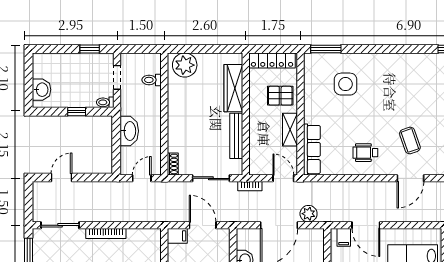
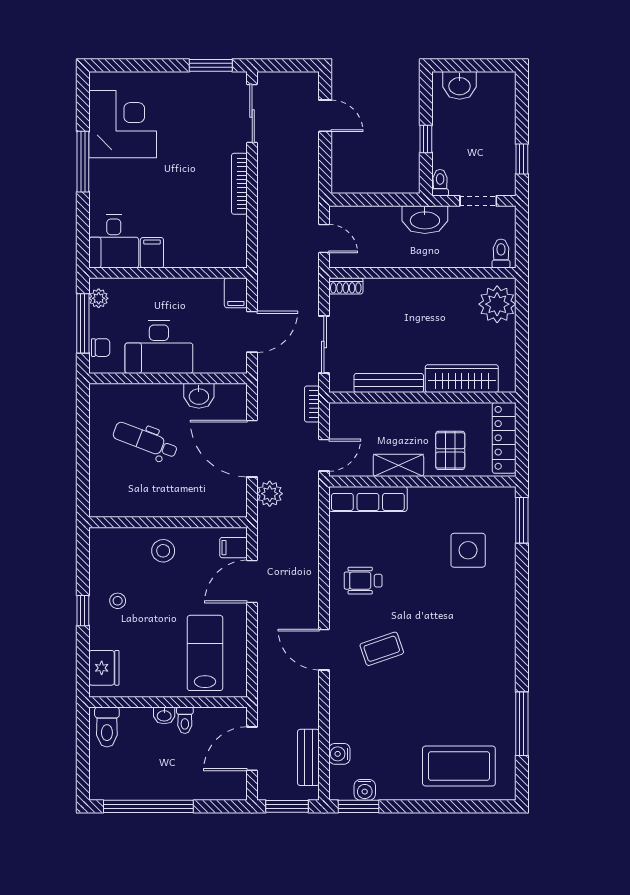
toilet: (151, 80) -> (501, 253), moved
washbasin: (129, 131) -> (425, 220), moved
wheelchair: (365, 153) -> (363, 581), turned -90

